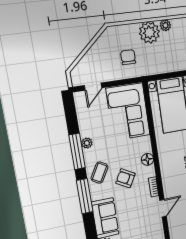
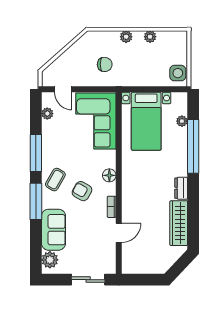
plant: (149, 32) -> (126, 37), width x0.53, depth x0.53
chair: (128, 57) -> (105, 64), turned 90
door: (93, 87) -> (63, 89), hinge flipped
plant: (87, 143) -> (47, 114), moved

